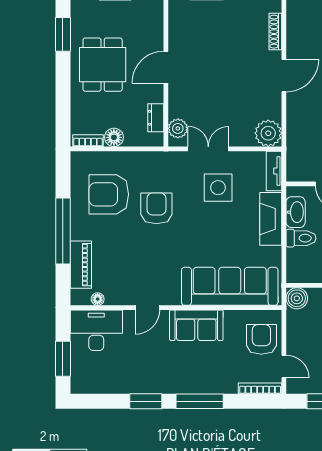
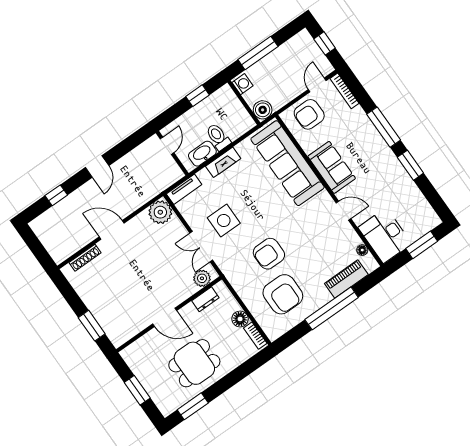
fireplace: (271, 219) -> (223, 162), width x0.73, depth x0.76

